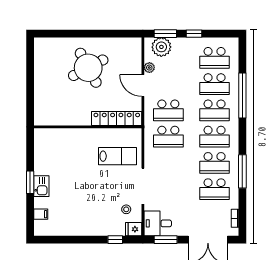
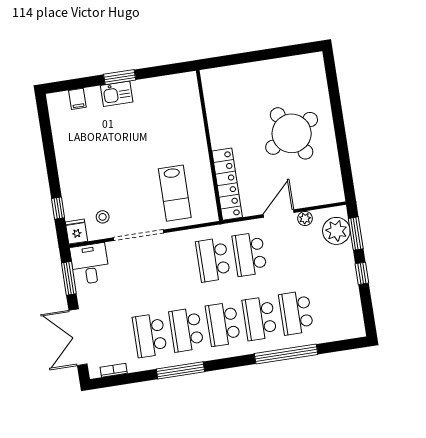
school desk: (215, 58) -> (333, 307), removed

